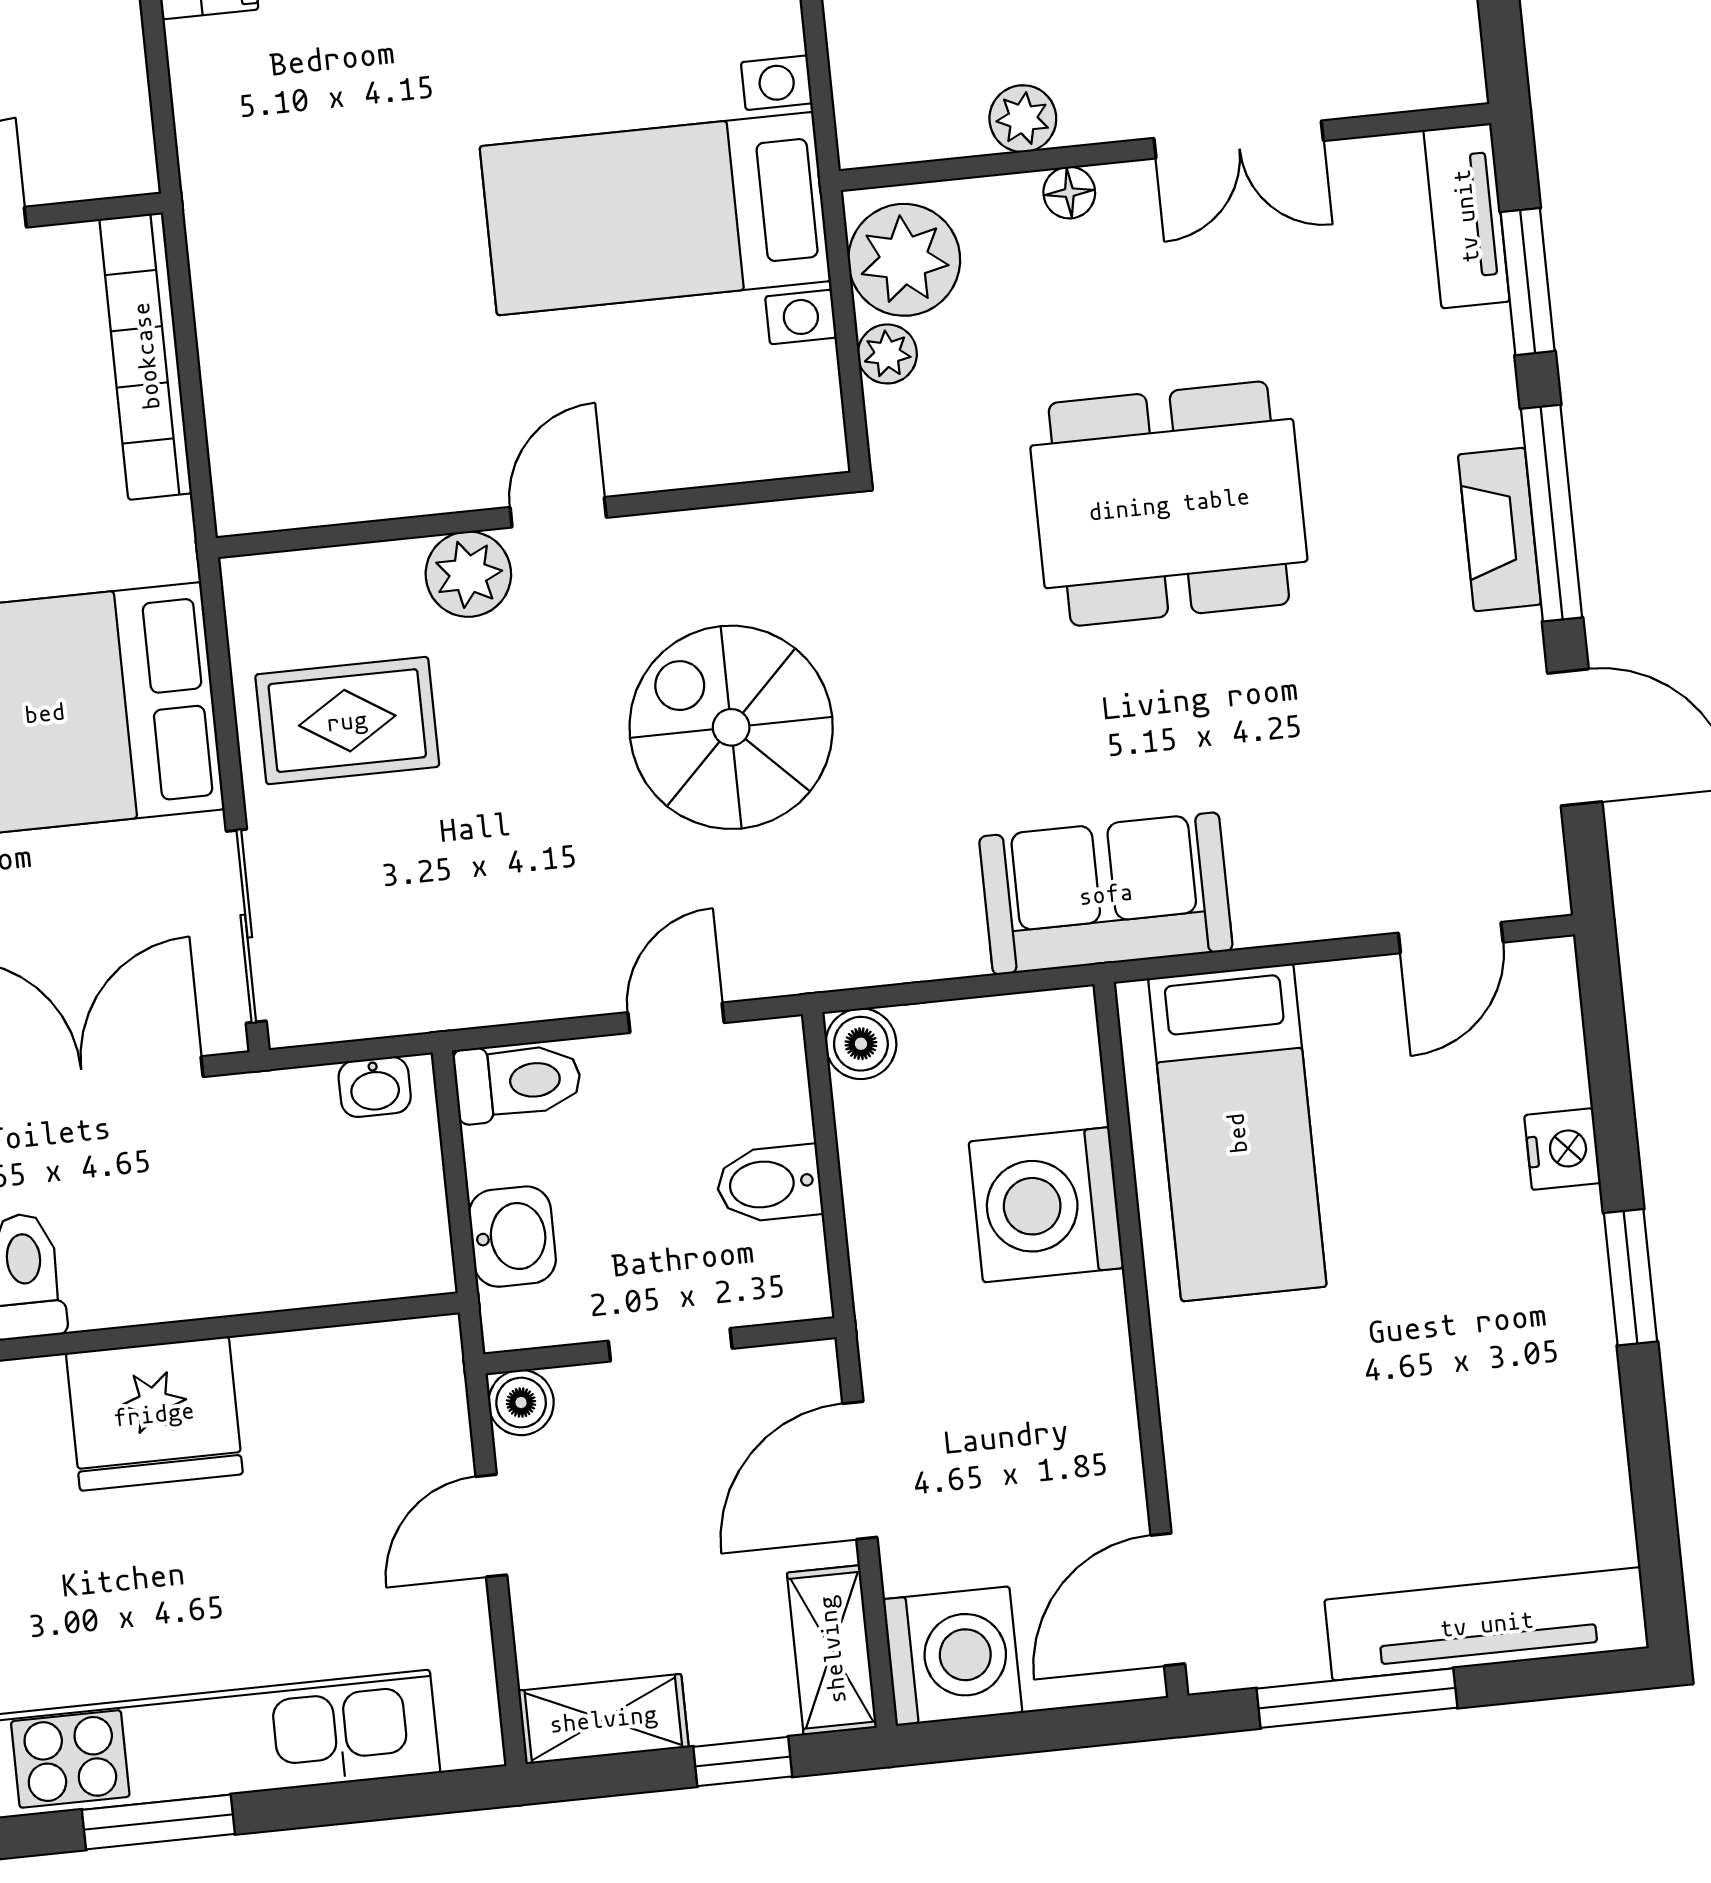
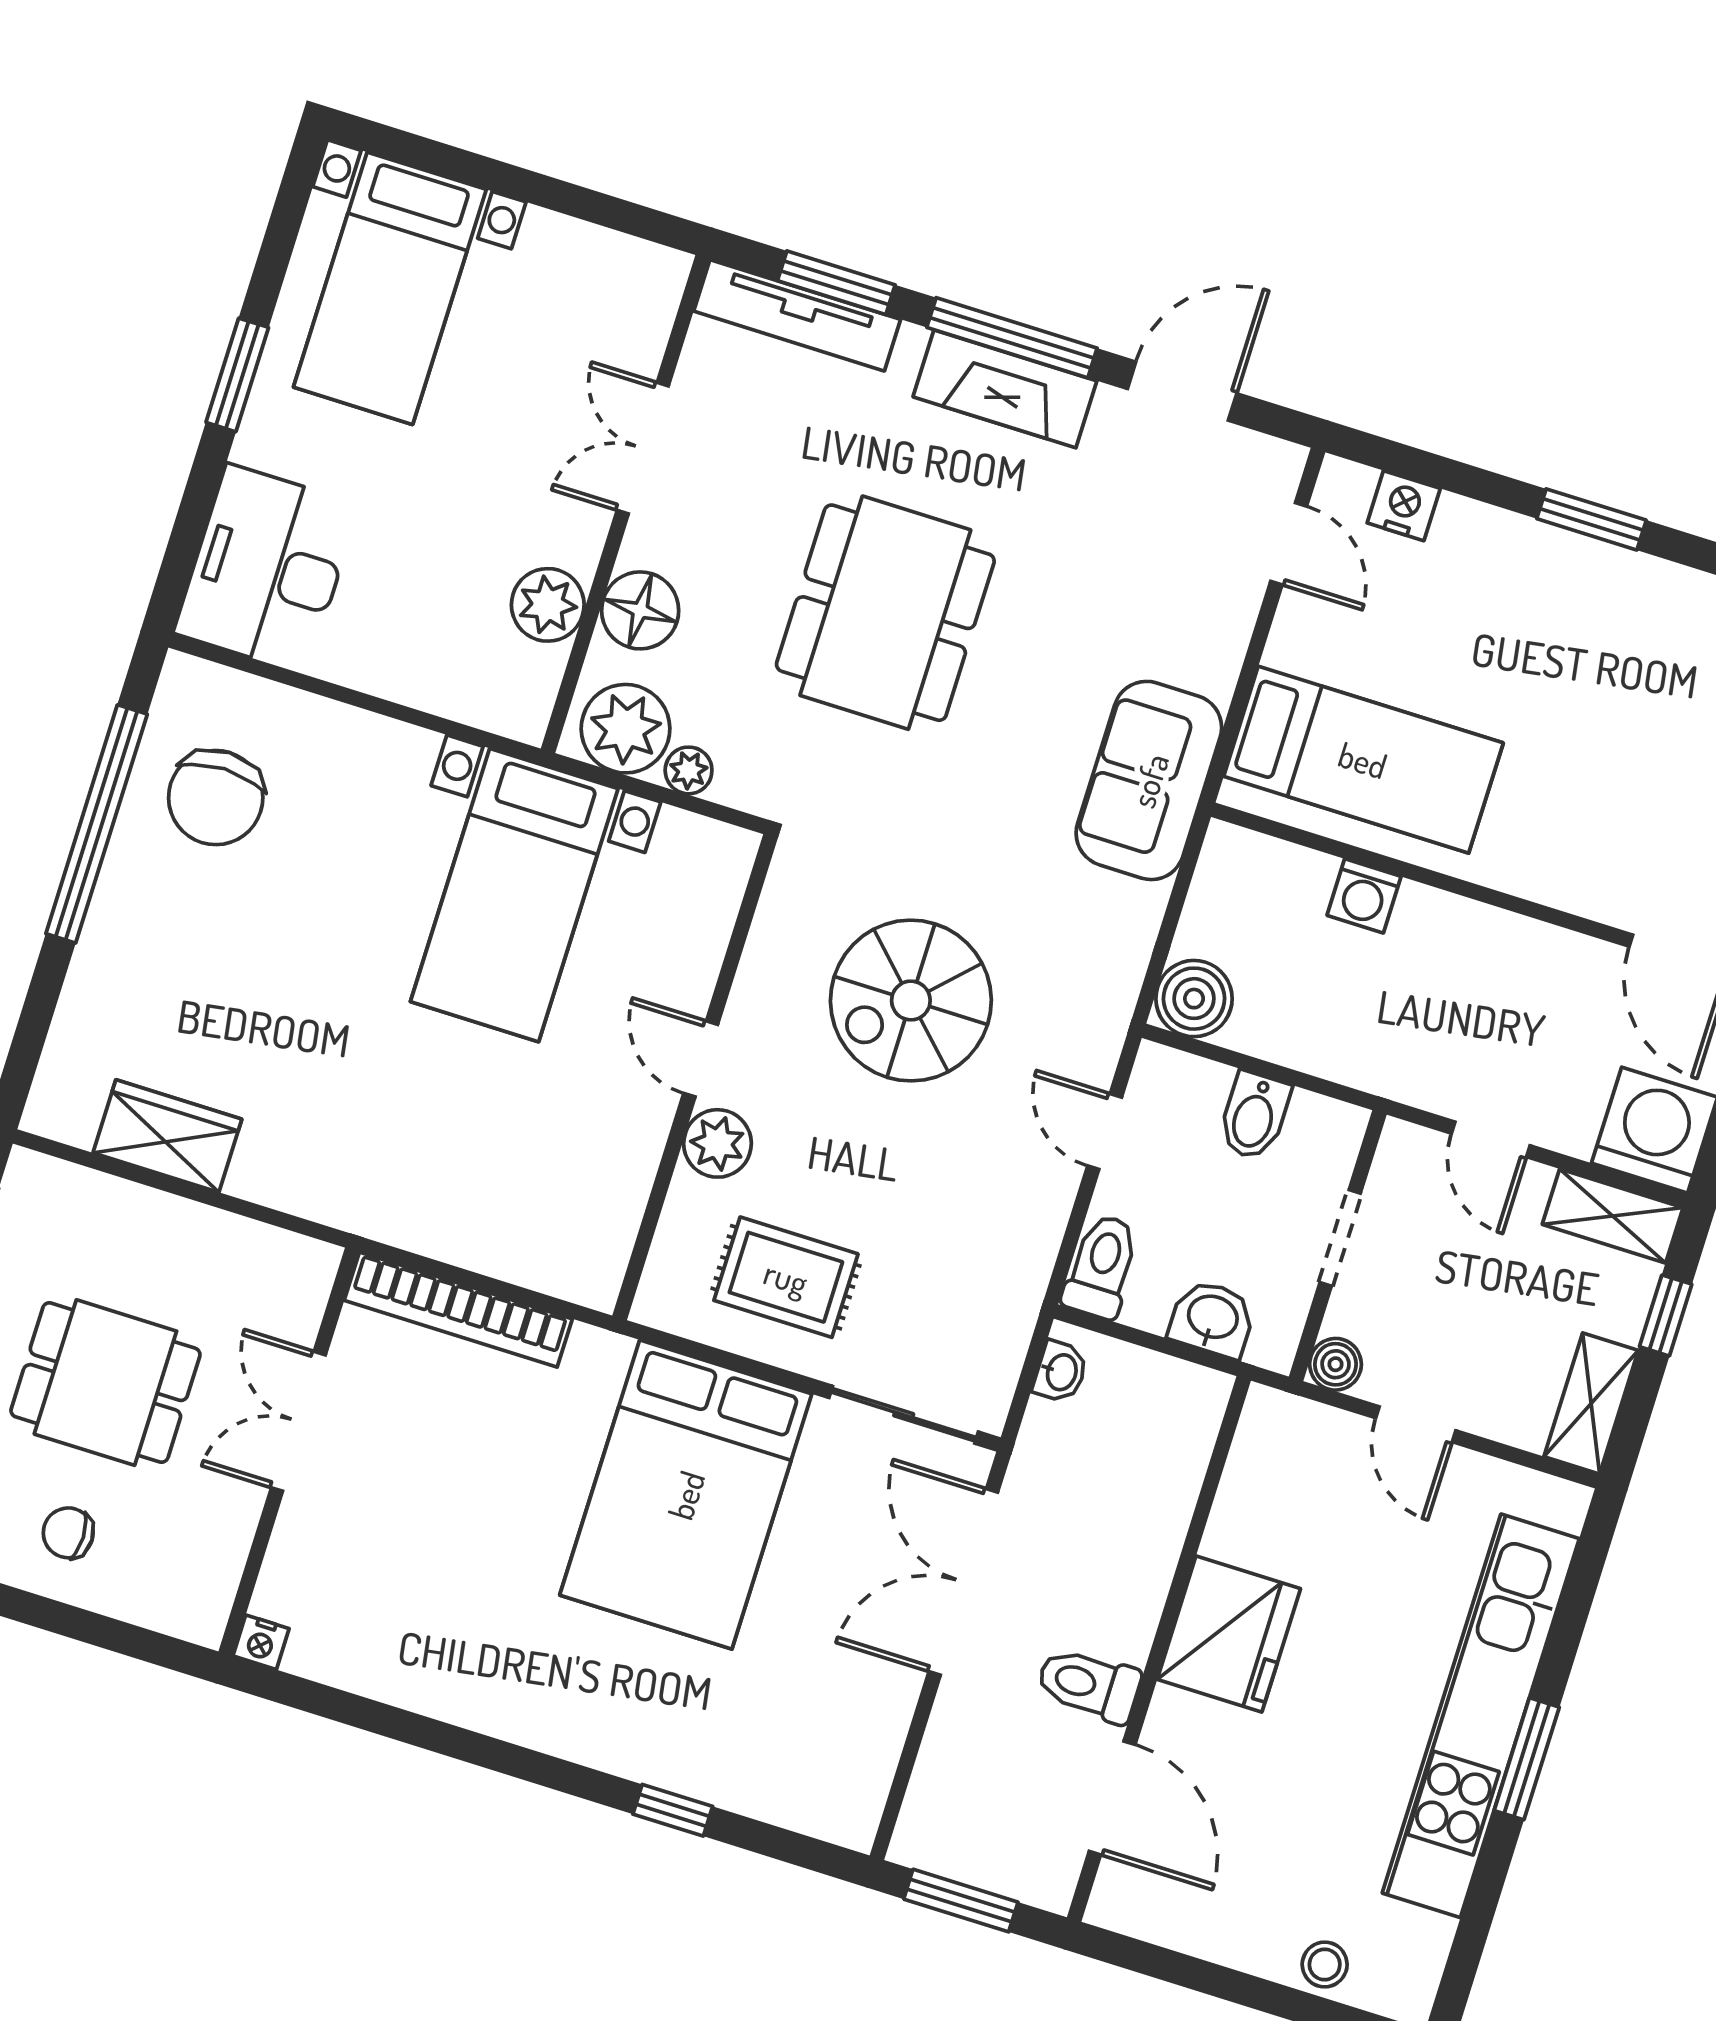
plant: (1023, 119) -> (548, 605), width x1.38, depth x1.38
double door: (1239, 139) -> (643, 448), swing flipped
floor lamp: (1069, 193) -> (640, 610), width x1.89, depth x1.89
tv unit: (1466, 216) -> (797, 315), width x1.41
fireplace: (1499, 529) -> (1005, 389), width x1.37, depth x1.32
rug: (347, 721) -> (786, 1277), turned 90
boiler: (861, 1044) -> (1194, 999), width x1.36, depth x1.36
nightstand: (1562, 1149) -> (1404, 506), moved
washing machine: (1046, 1205) -> (1364, 896), width x0.53, depth x0.53
door: (860, 1470) -> (1491, 1139), width x0.73

